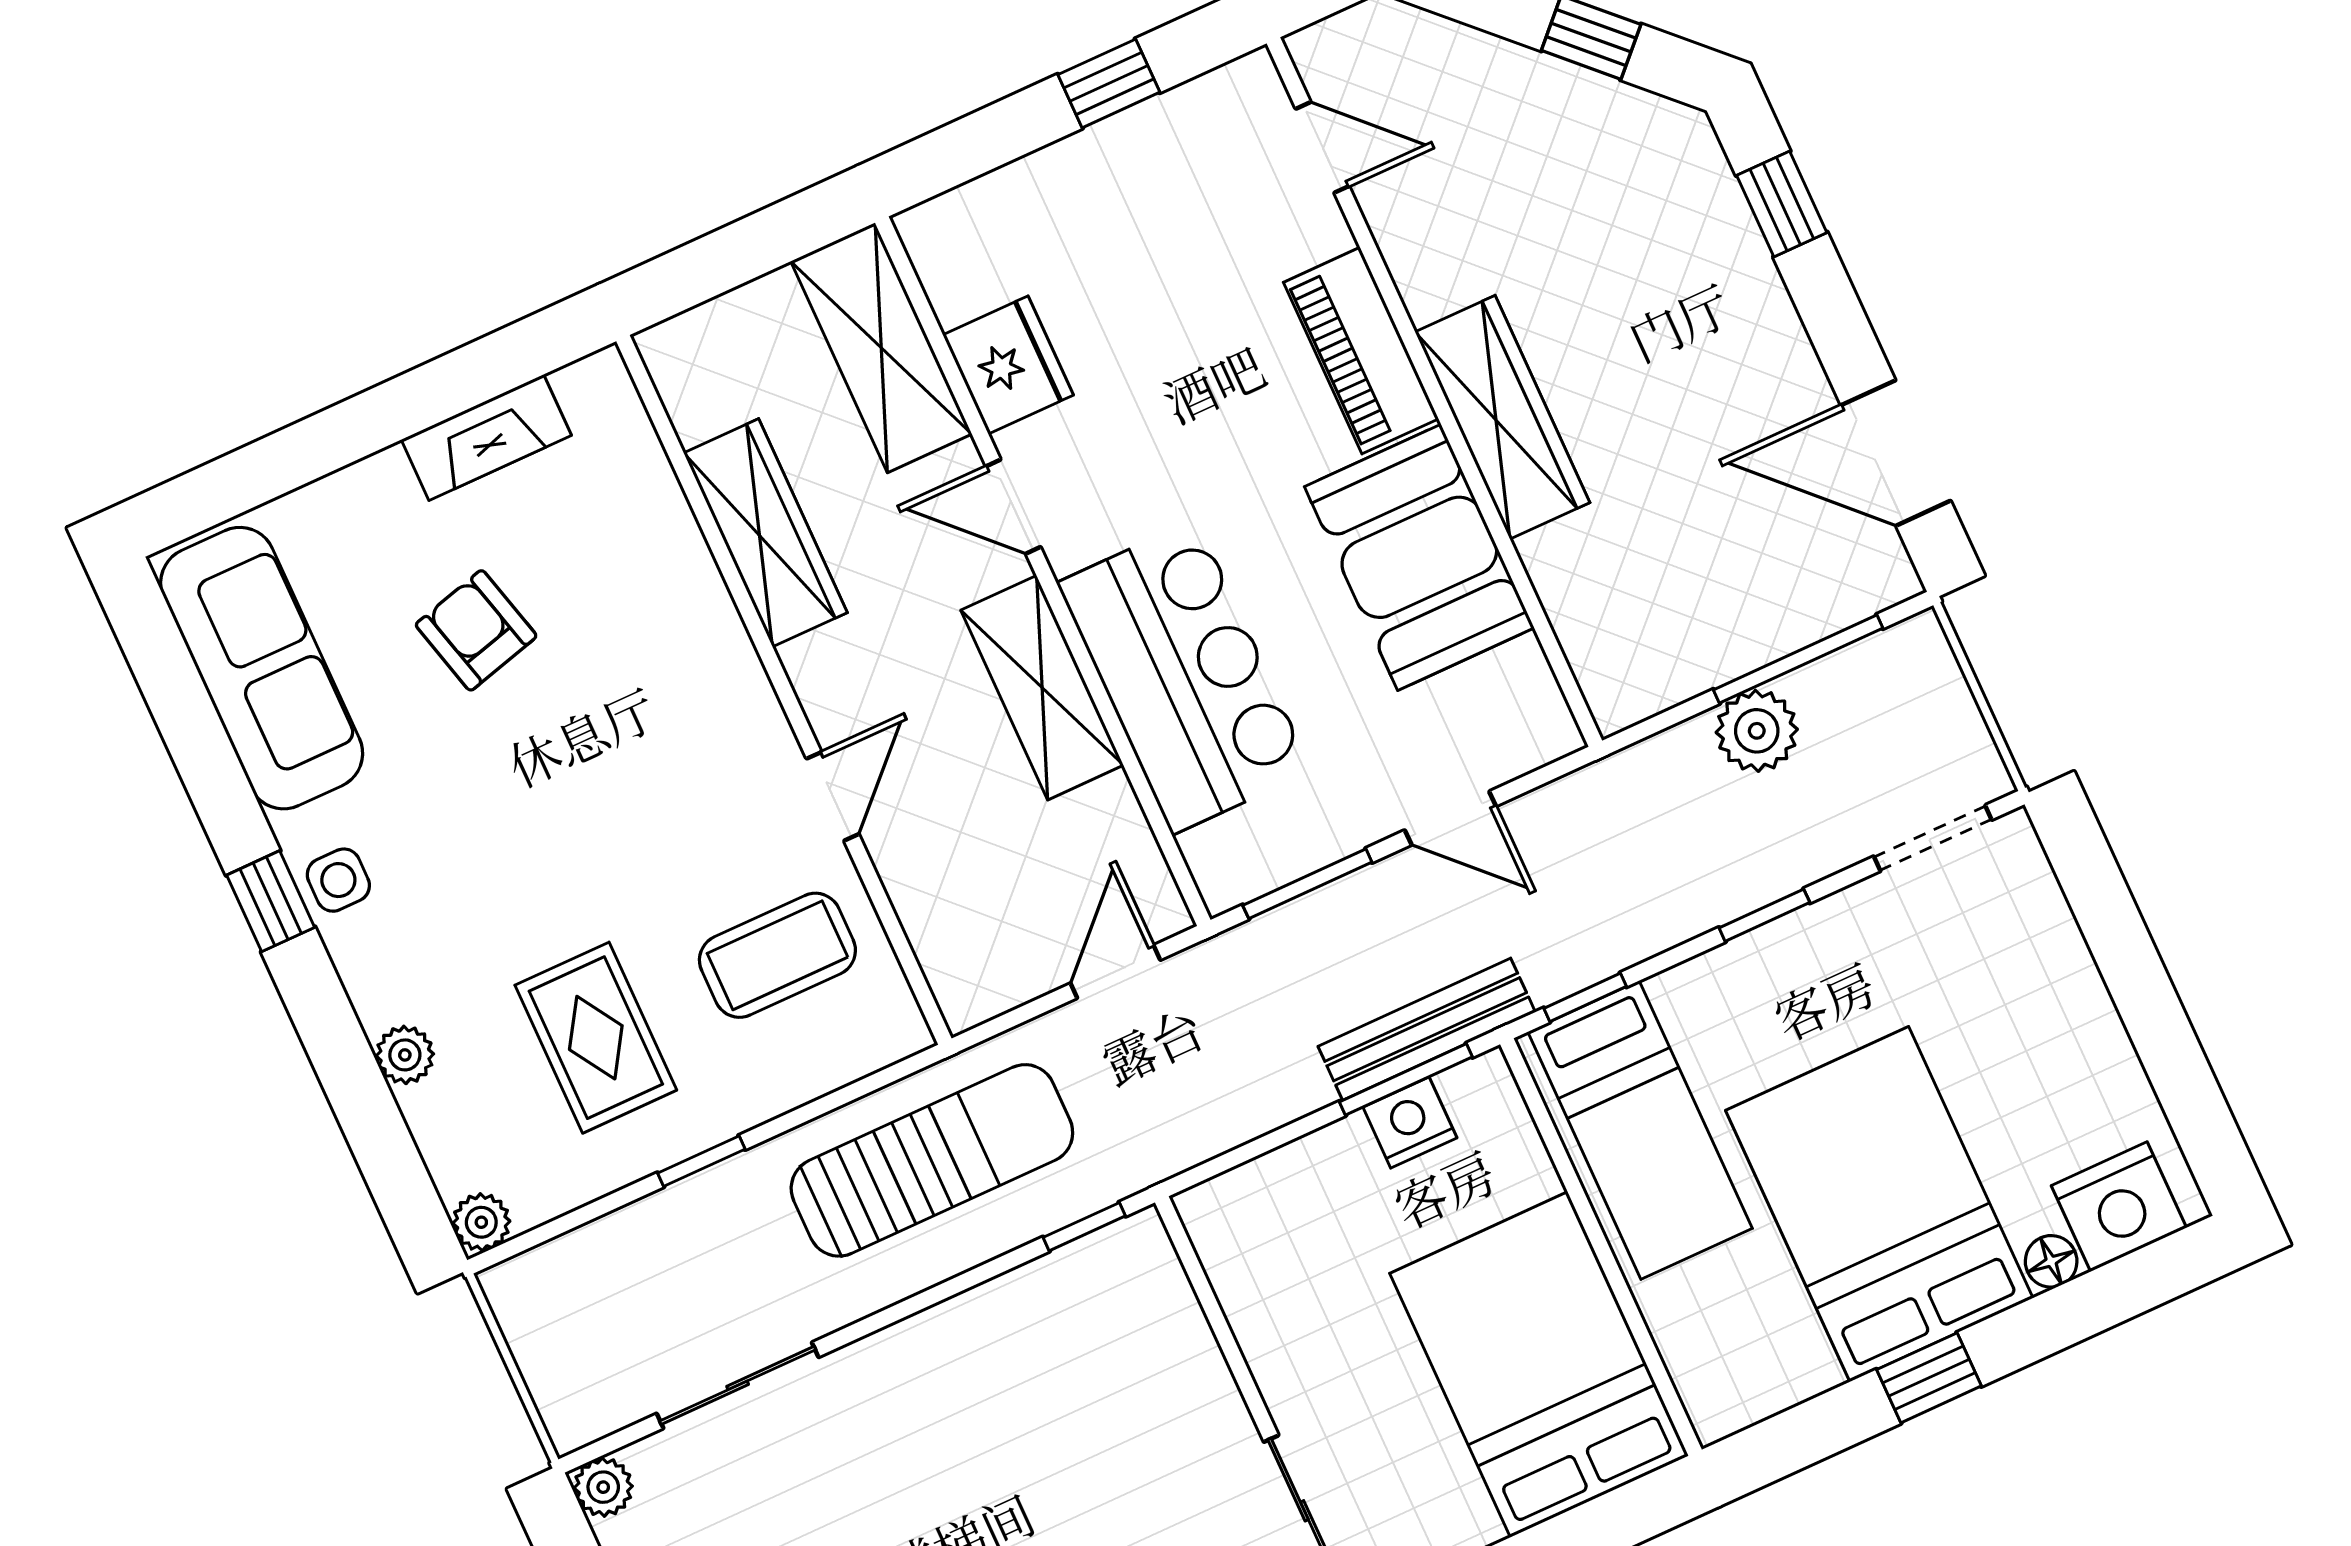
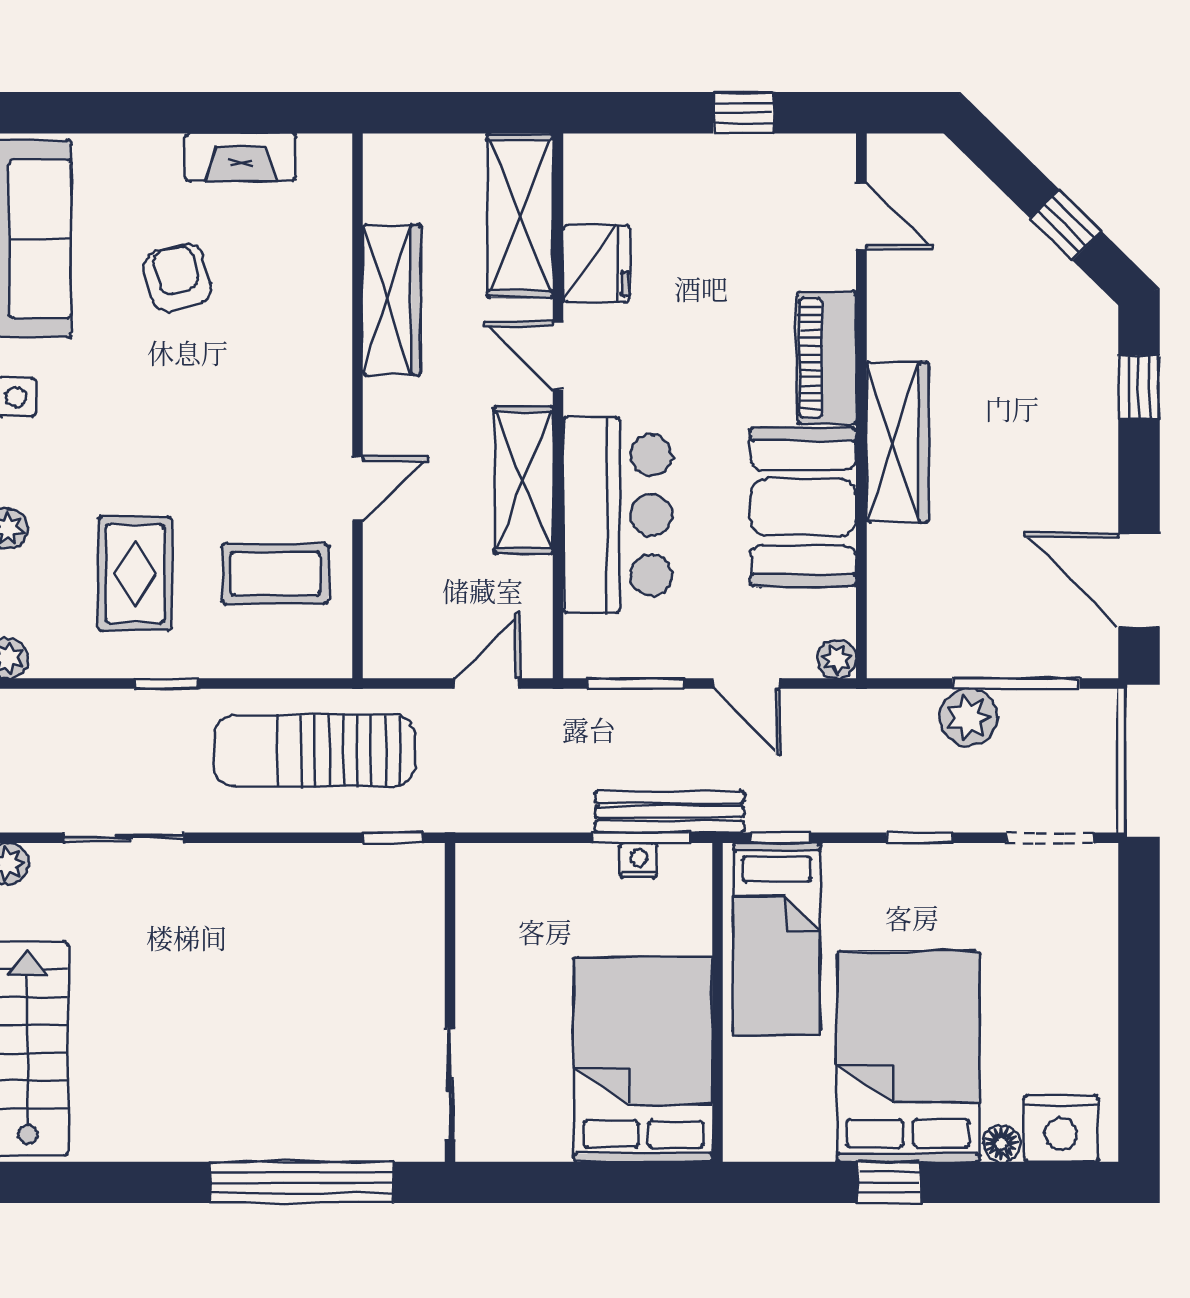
plant: (1552, 733) -> (837, 659), added
nightstand: (1410, 1123) -> (639, 860), width x0.72, depth x0.74
sun lounger: (932, 1160) -> (314, 751), turned 180

